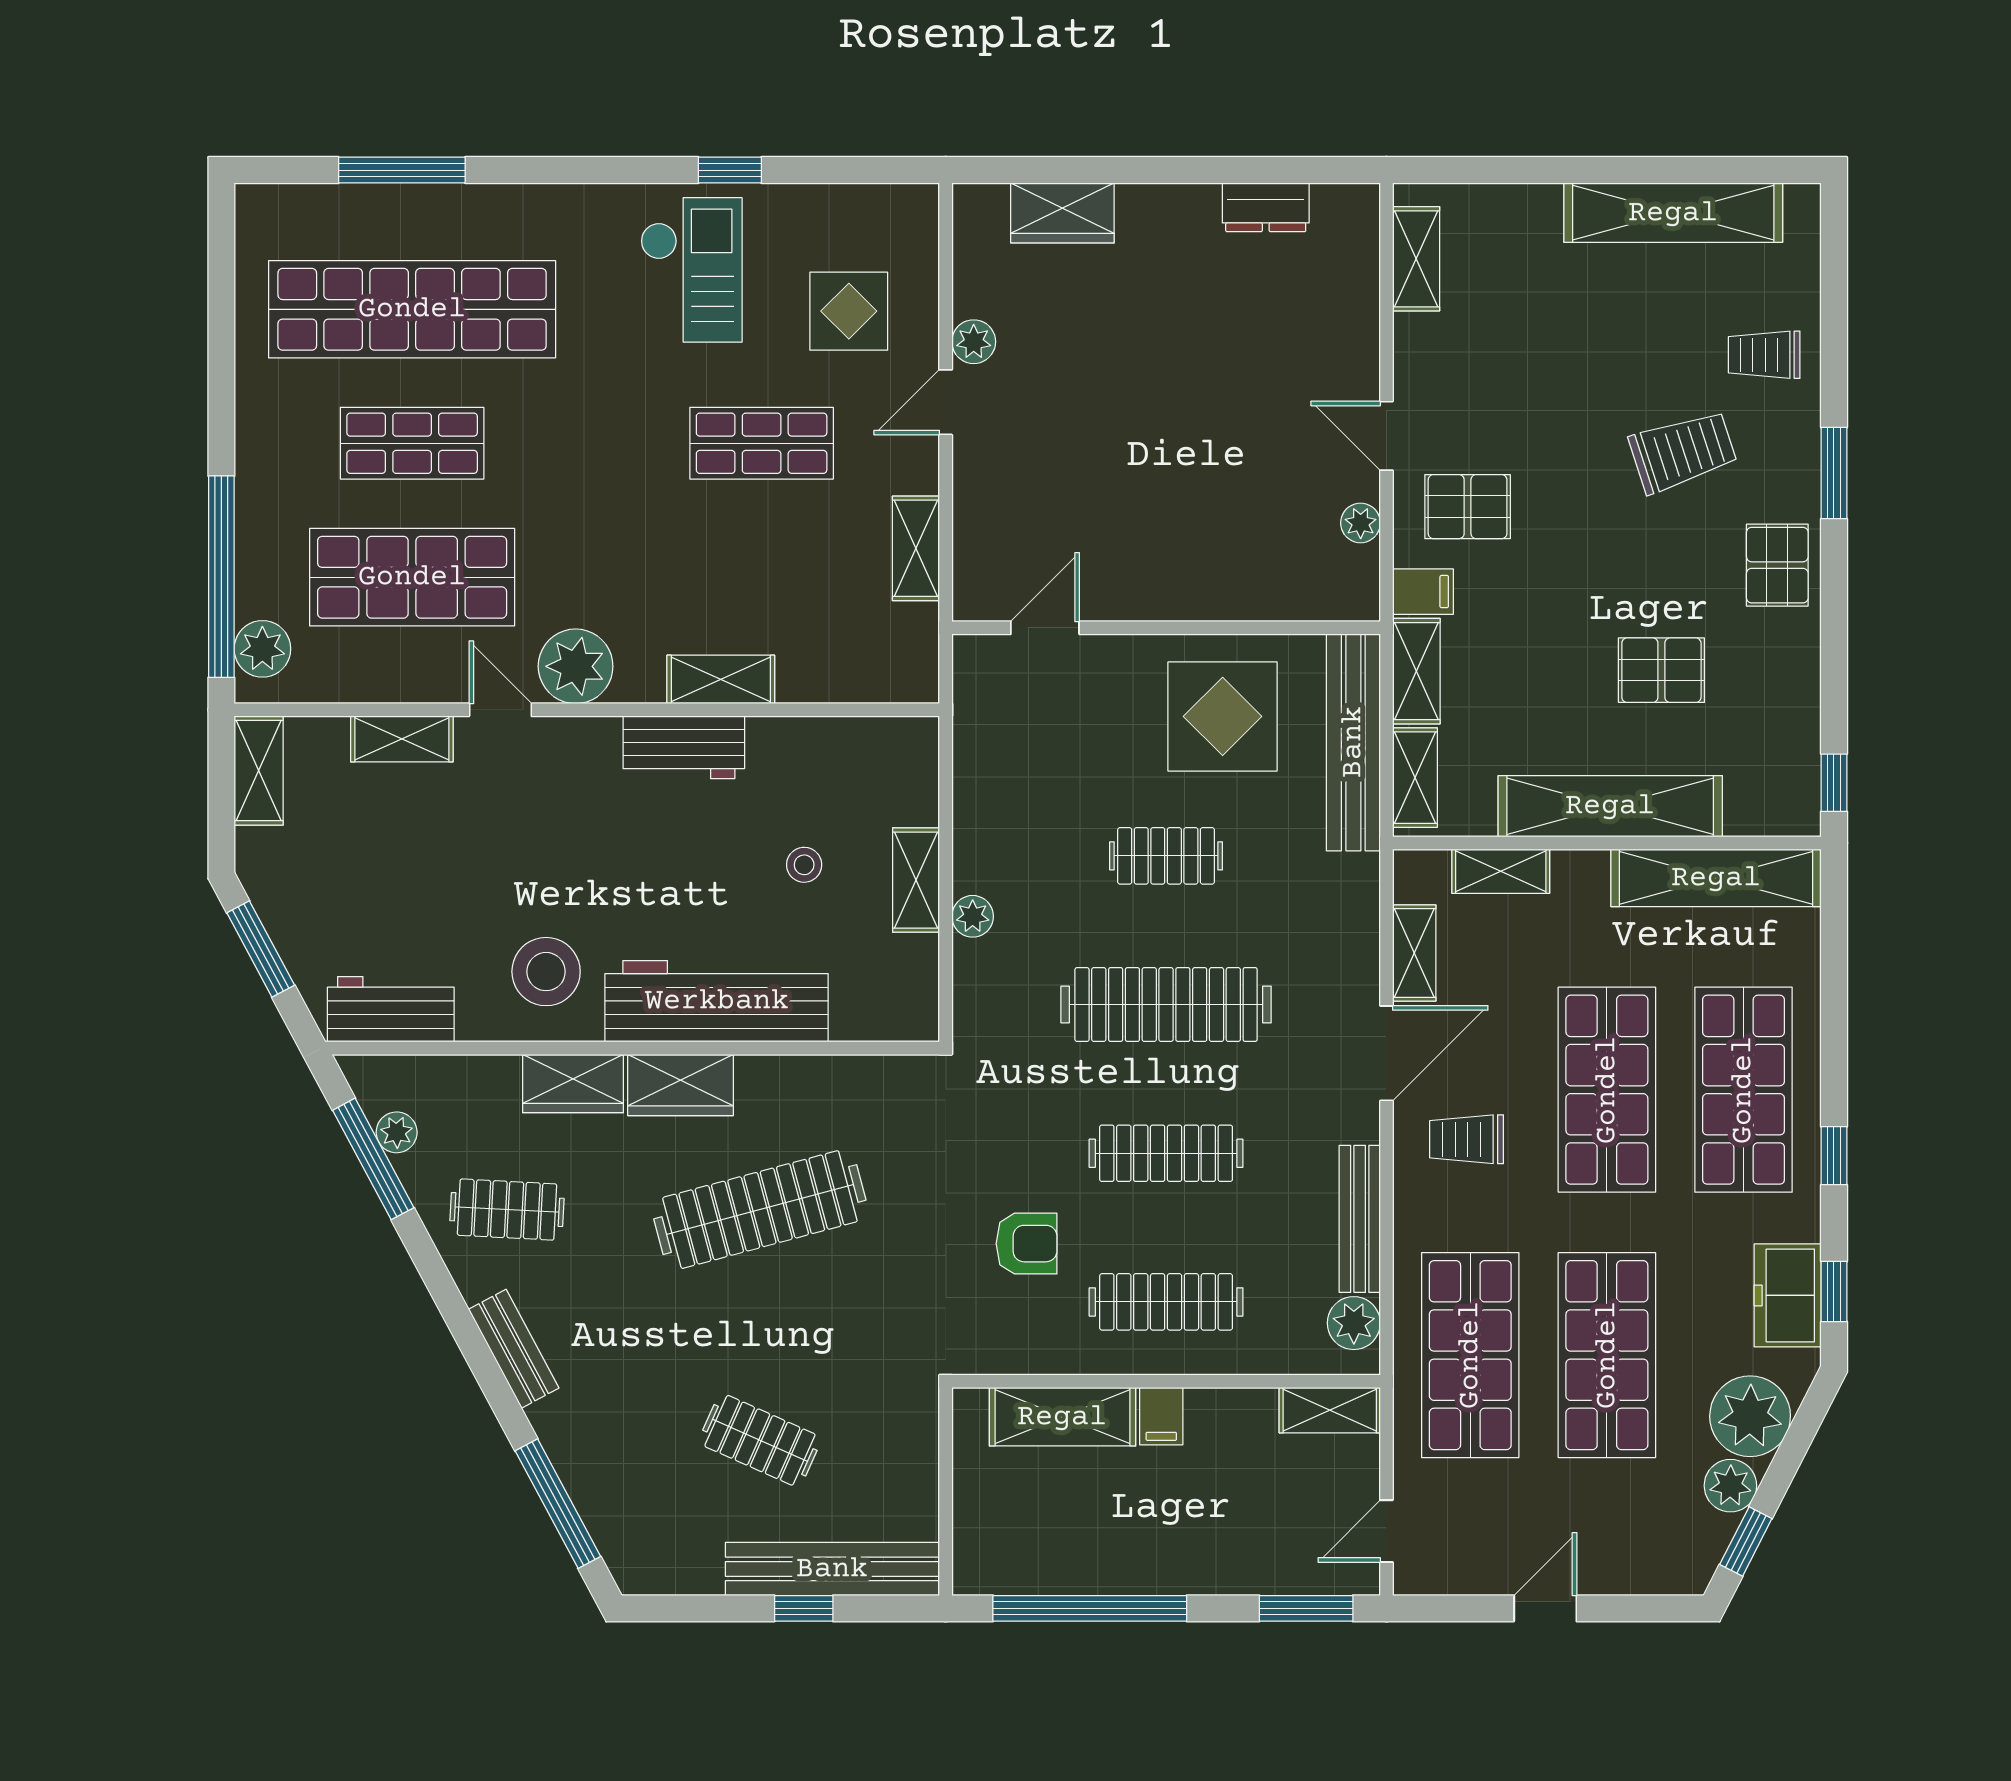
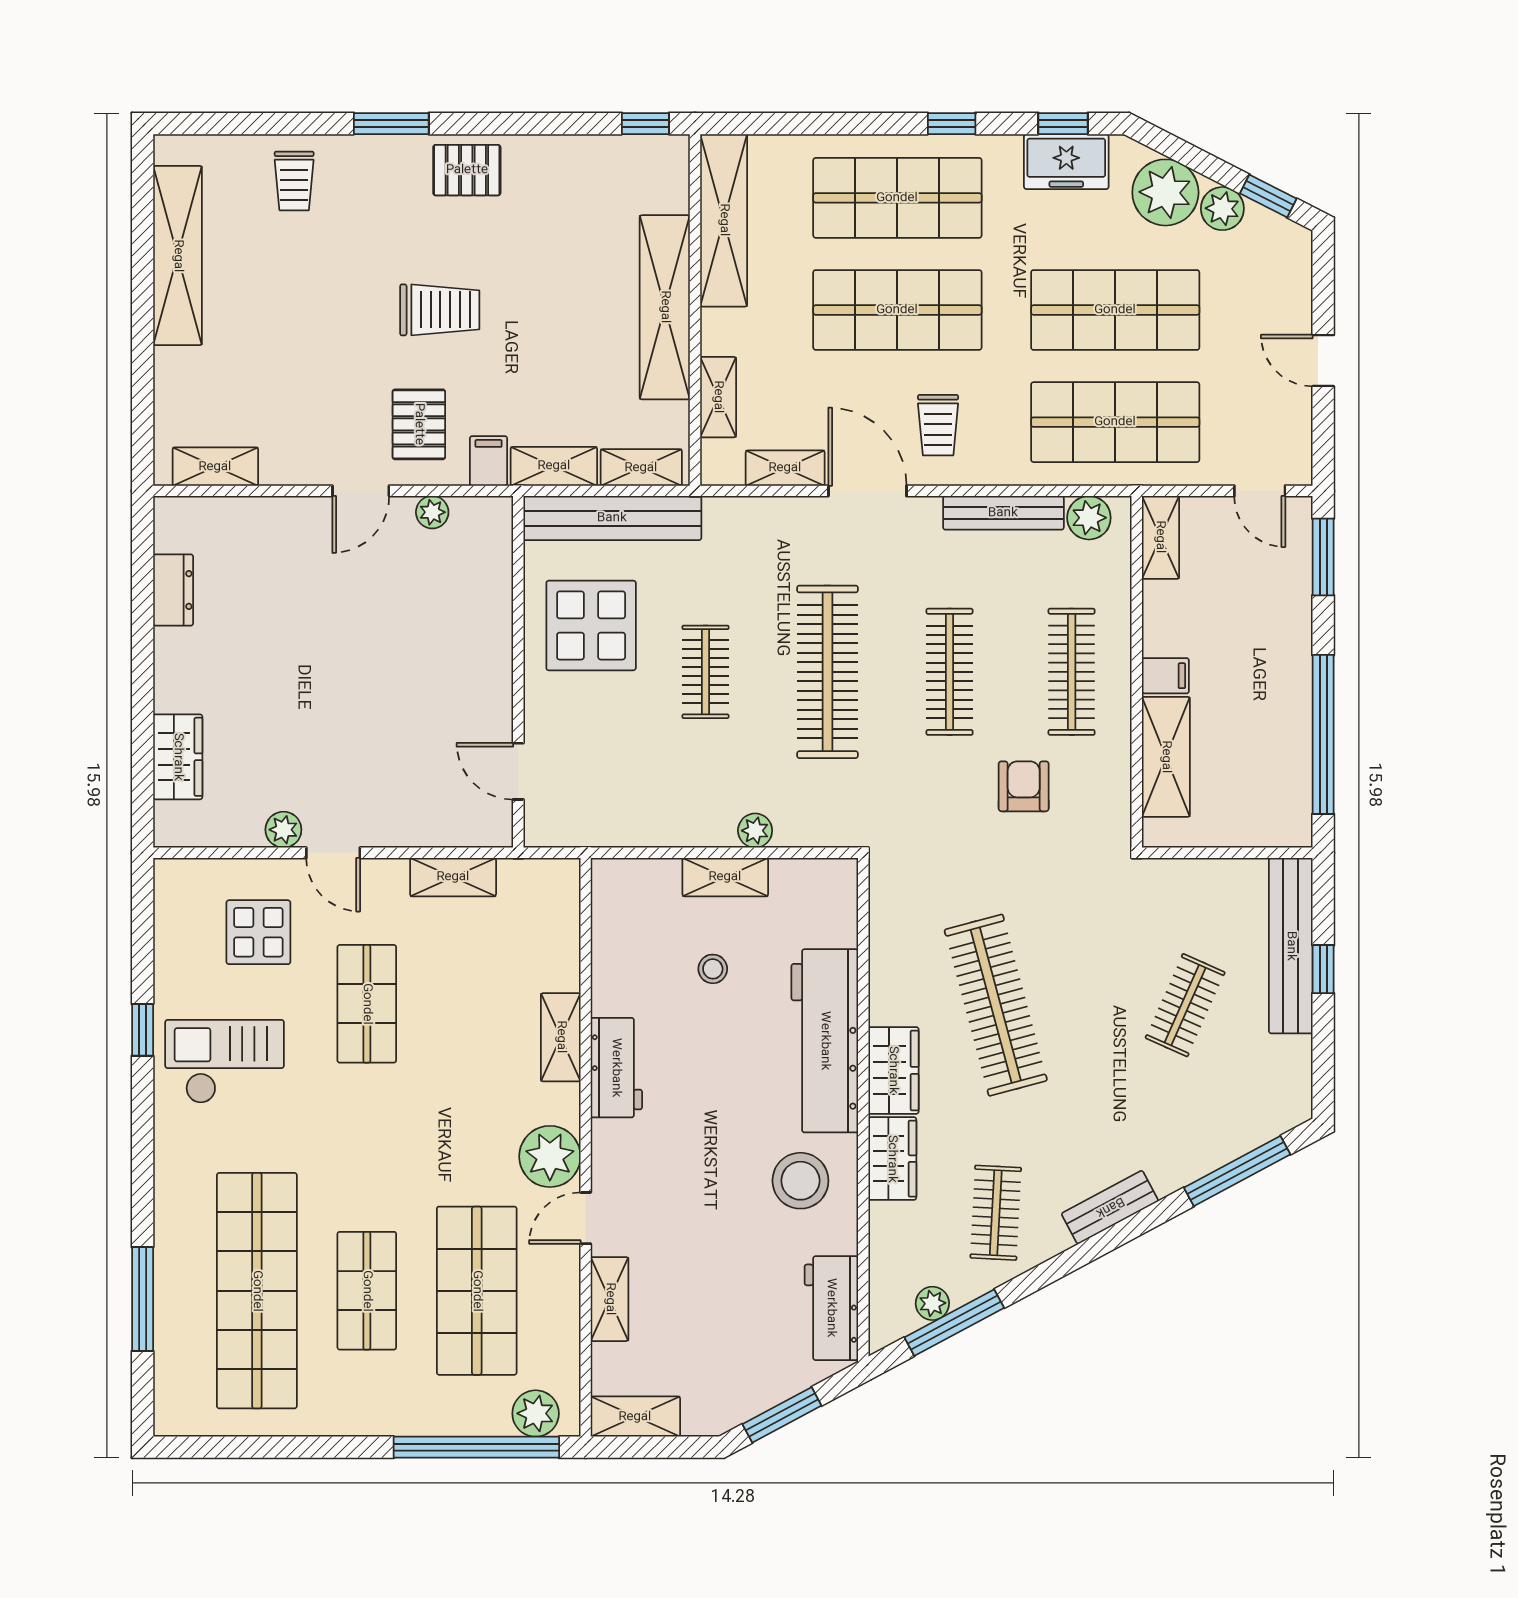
trolley: (1683, 452) -> (440, 310), moved, turned 108
pallet: (1661, 670) -> (553, 265), removed

